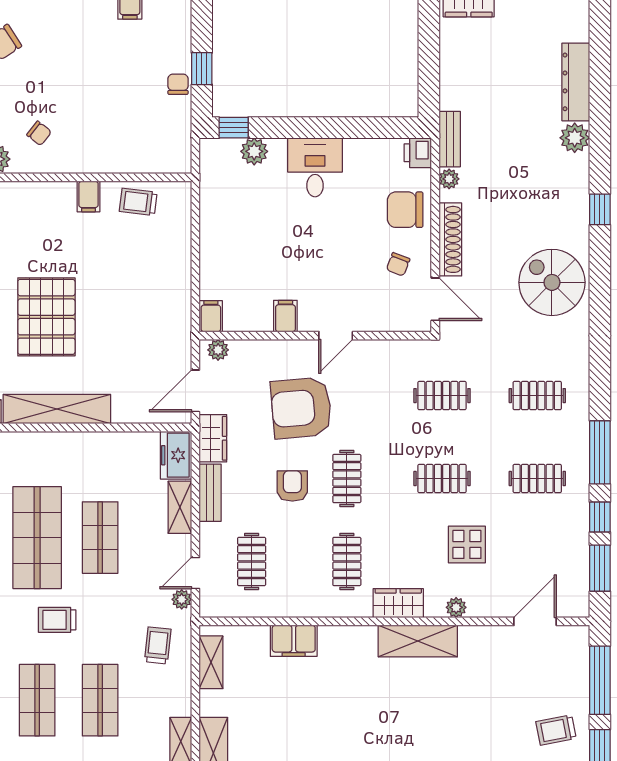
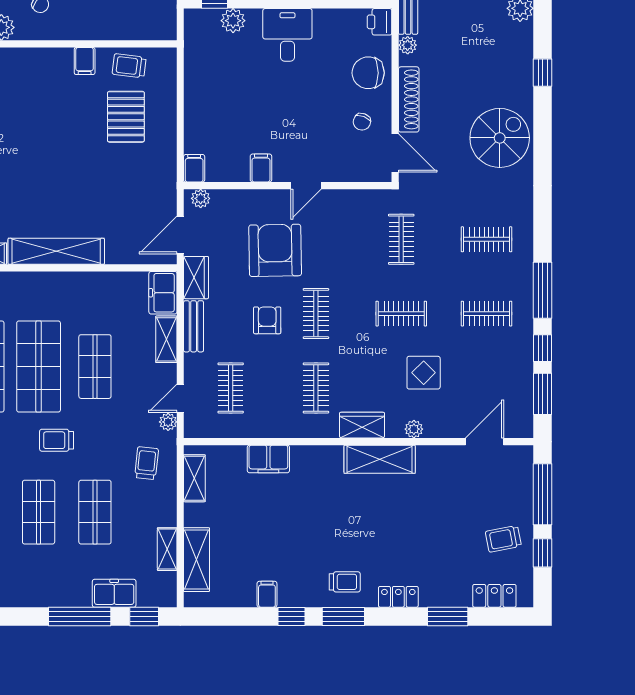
spiral stairs: (552, 282) -> (500, 138), turned 90
pallet: (46, 317) -> (126, 117), moved, width x0.73, depth x0.71
clothes rail: (442, 396) -> (401, 239), turned 90
armchair: (301, 408) -> (275, 250), turned 94

